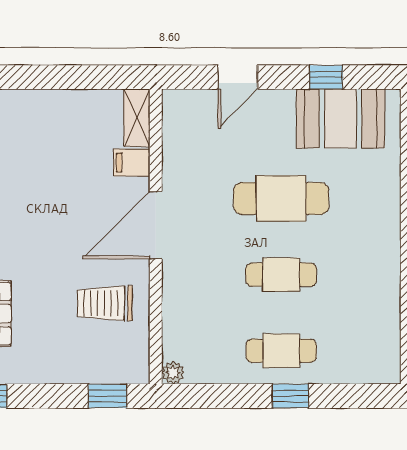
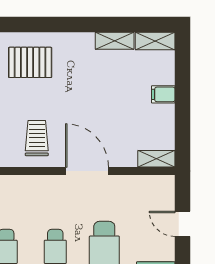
filing cabinet: (132, 163) -> (163, 94), moved, turned -90

